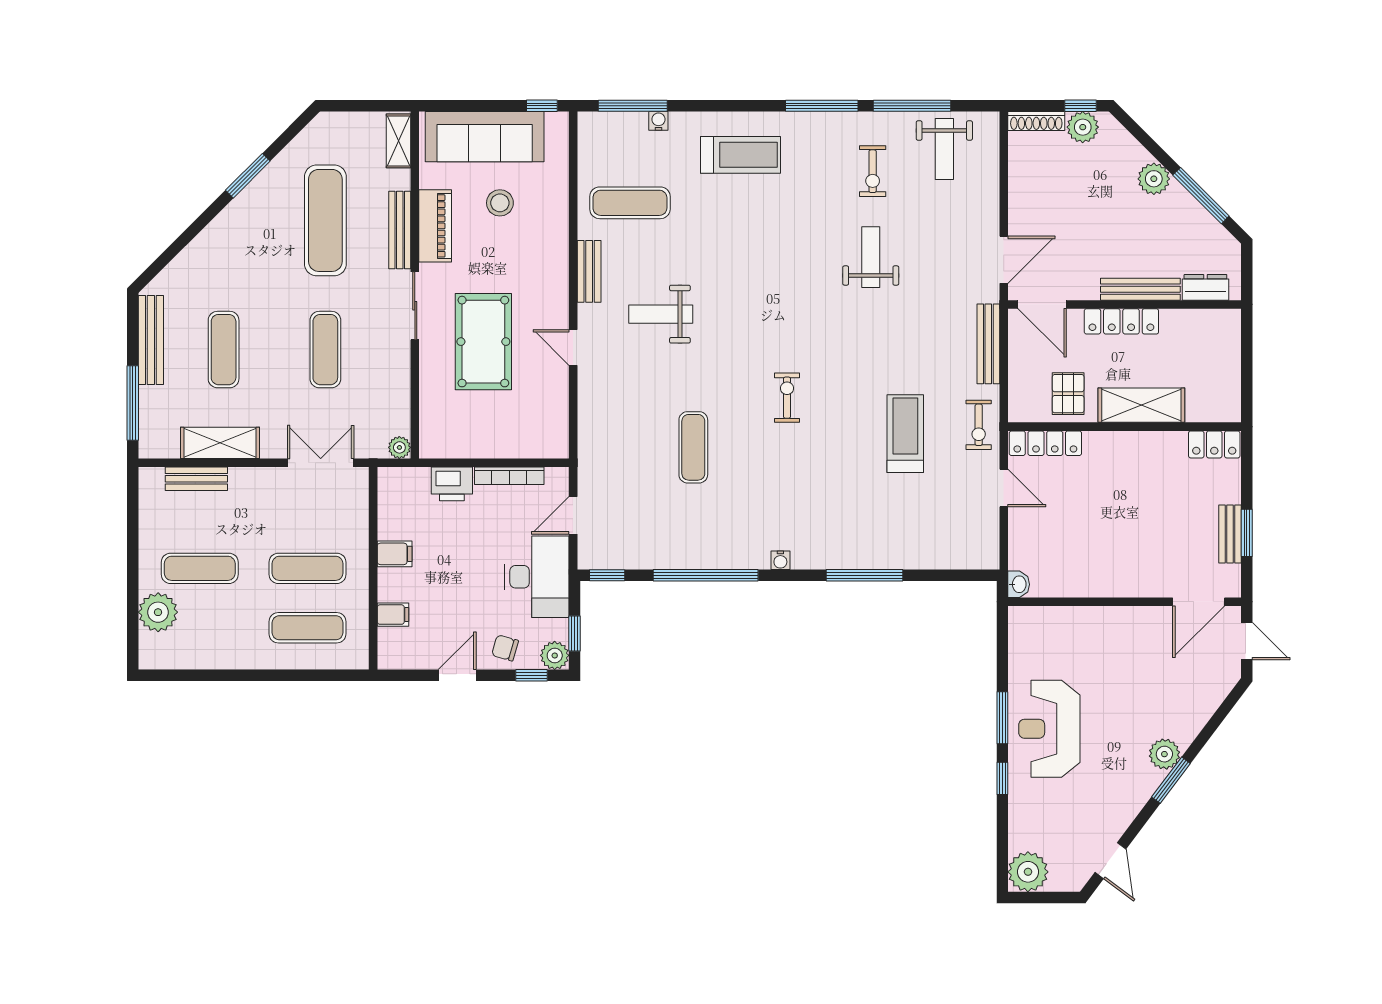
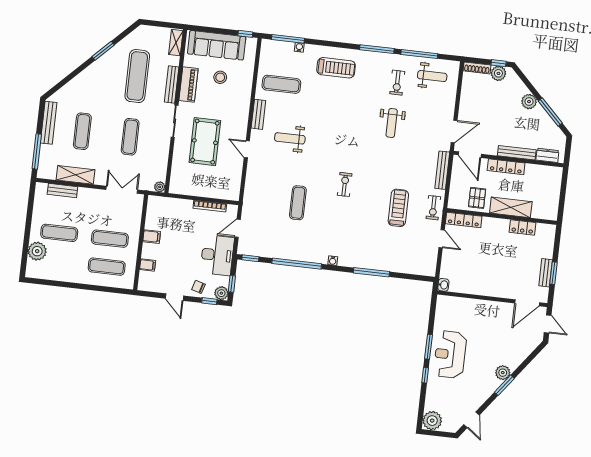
weight bench: (944, 149) -> (432, 76), turned -90
weight bench: (871, 257) -> (392, 123), turned 180
locker: (1214, 444) -> (523, 227), moved
printer: (452, 484) -> (182, 207), removed
door: (457, 675) -> (174, 297), swing flipped

